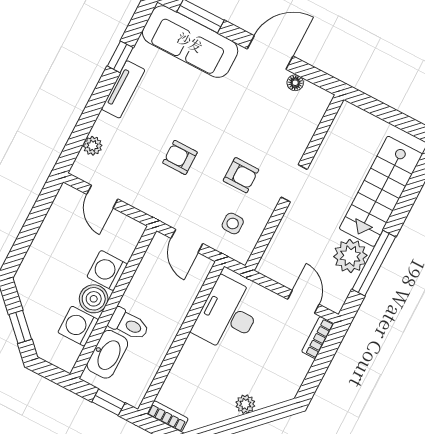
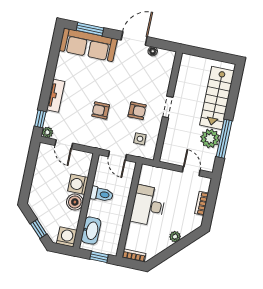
window: (120, 57) -> (40, 119), moved
tv unit: (123, 89) -> (56, 96), moved
plant: (93, 146) -> (47, 132), moved
desk: (228, 315) -> (148, 206), moved
toilet: (129, 324) -> (102, 194), moved
washing machine: (78, 326) -> (67, 237), moved, turned 90
bookcase: (318, 338) -> (202, 203), moved

